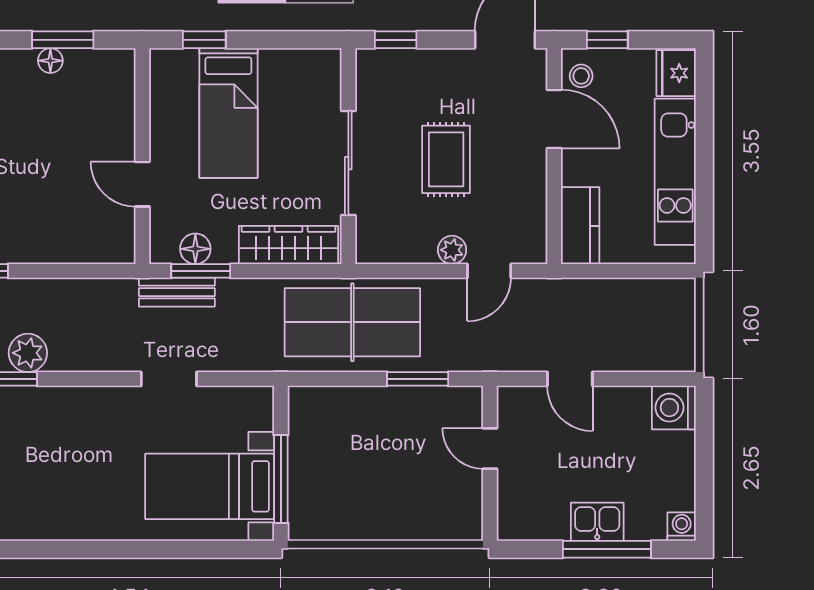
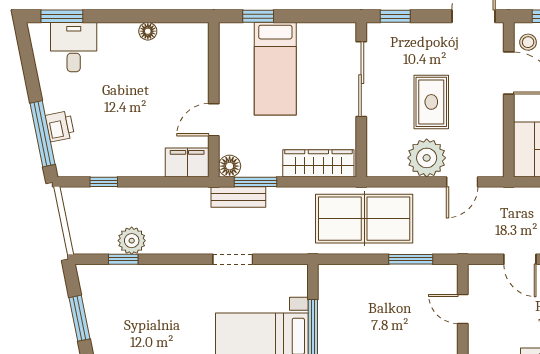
window: (63, 40) -> (157, 16), removed
sliding door: (348, 163) -> (361, 79), moved
door: (142, 184) -> (214, 120), hinge flipped
filing cabinet: (105, 244) -> (187, 163), added
floor lamp: (195, 249) -> (230, 166), moved
plant: (452, 250) -> (427, 158), width x1.87, depth x1.87

